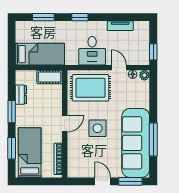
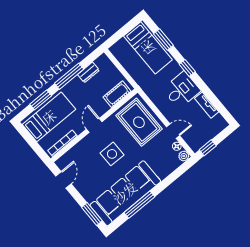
desk: (92, 51) -> (181, 90), moved, turned 180
bed: (40, 54) -> (148, 48), moved
door: (119, 68) -> (173, 131), hinge flipped
cot: (50, 77) -> (117, 94), moved, turned 90
window: (12, 112) -> (69, 76), width x1.44
door: (65, 124) -> (94, 125), swing flipped
door: (103, 181) -> (63, 180), moved

